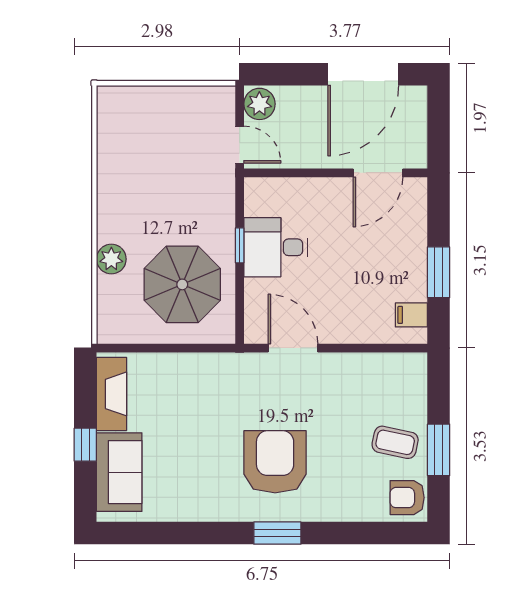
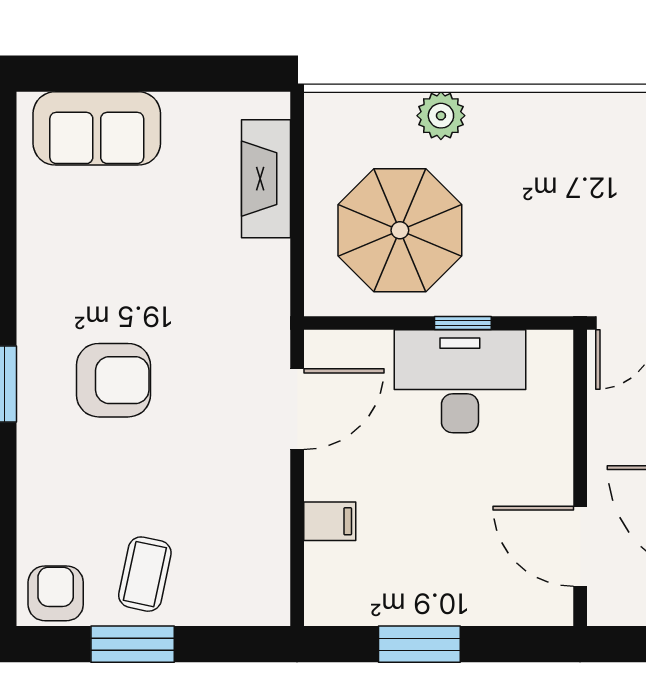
desk: (276, 247) -> (460, 381), width x1.37
filing cabinet: (411, 315) -> (330, 521), moved, turned 90
fireplace: (111, 394) -> (266, 179), moved, turned 90
window: (85, 445) -> (141, 74), removed
armchair: (275, 462) -> (113, 380), width x0.73, depth x0.73

